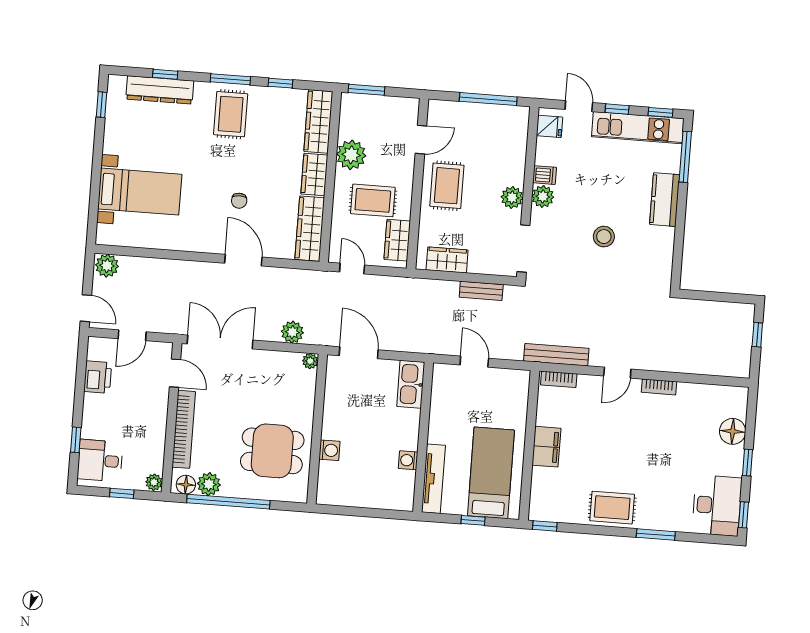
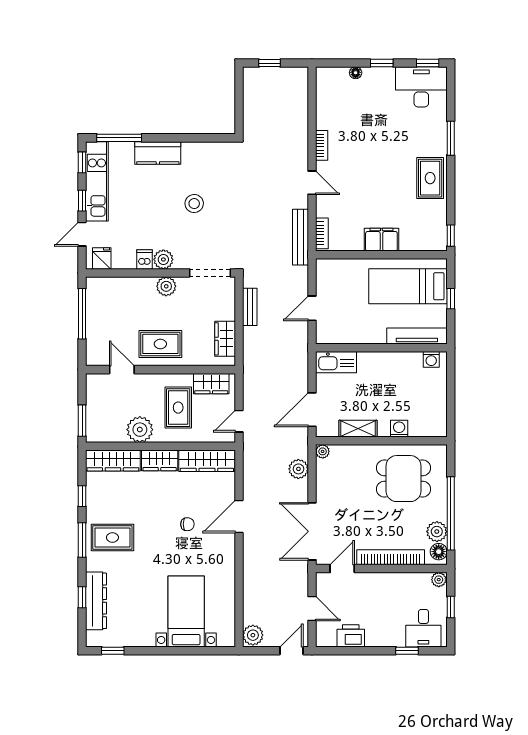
shelving: (333, 403) -> (358, 429), added
floor lamp: (733, 431) -> (356, 73), width x0.53, depth x0.53
dining table: (272, 451) -> (403, 479), turned 90
washing machine: (408, 460) -> (431, 359), moved

